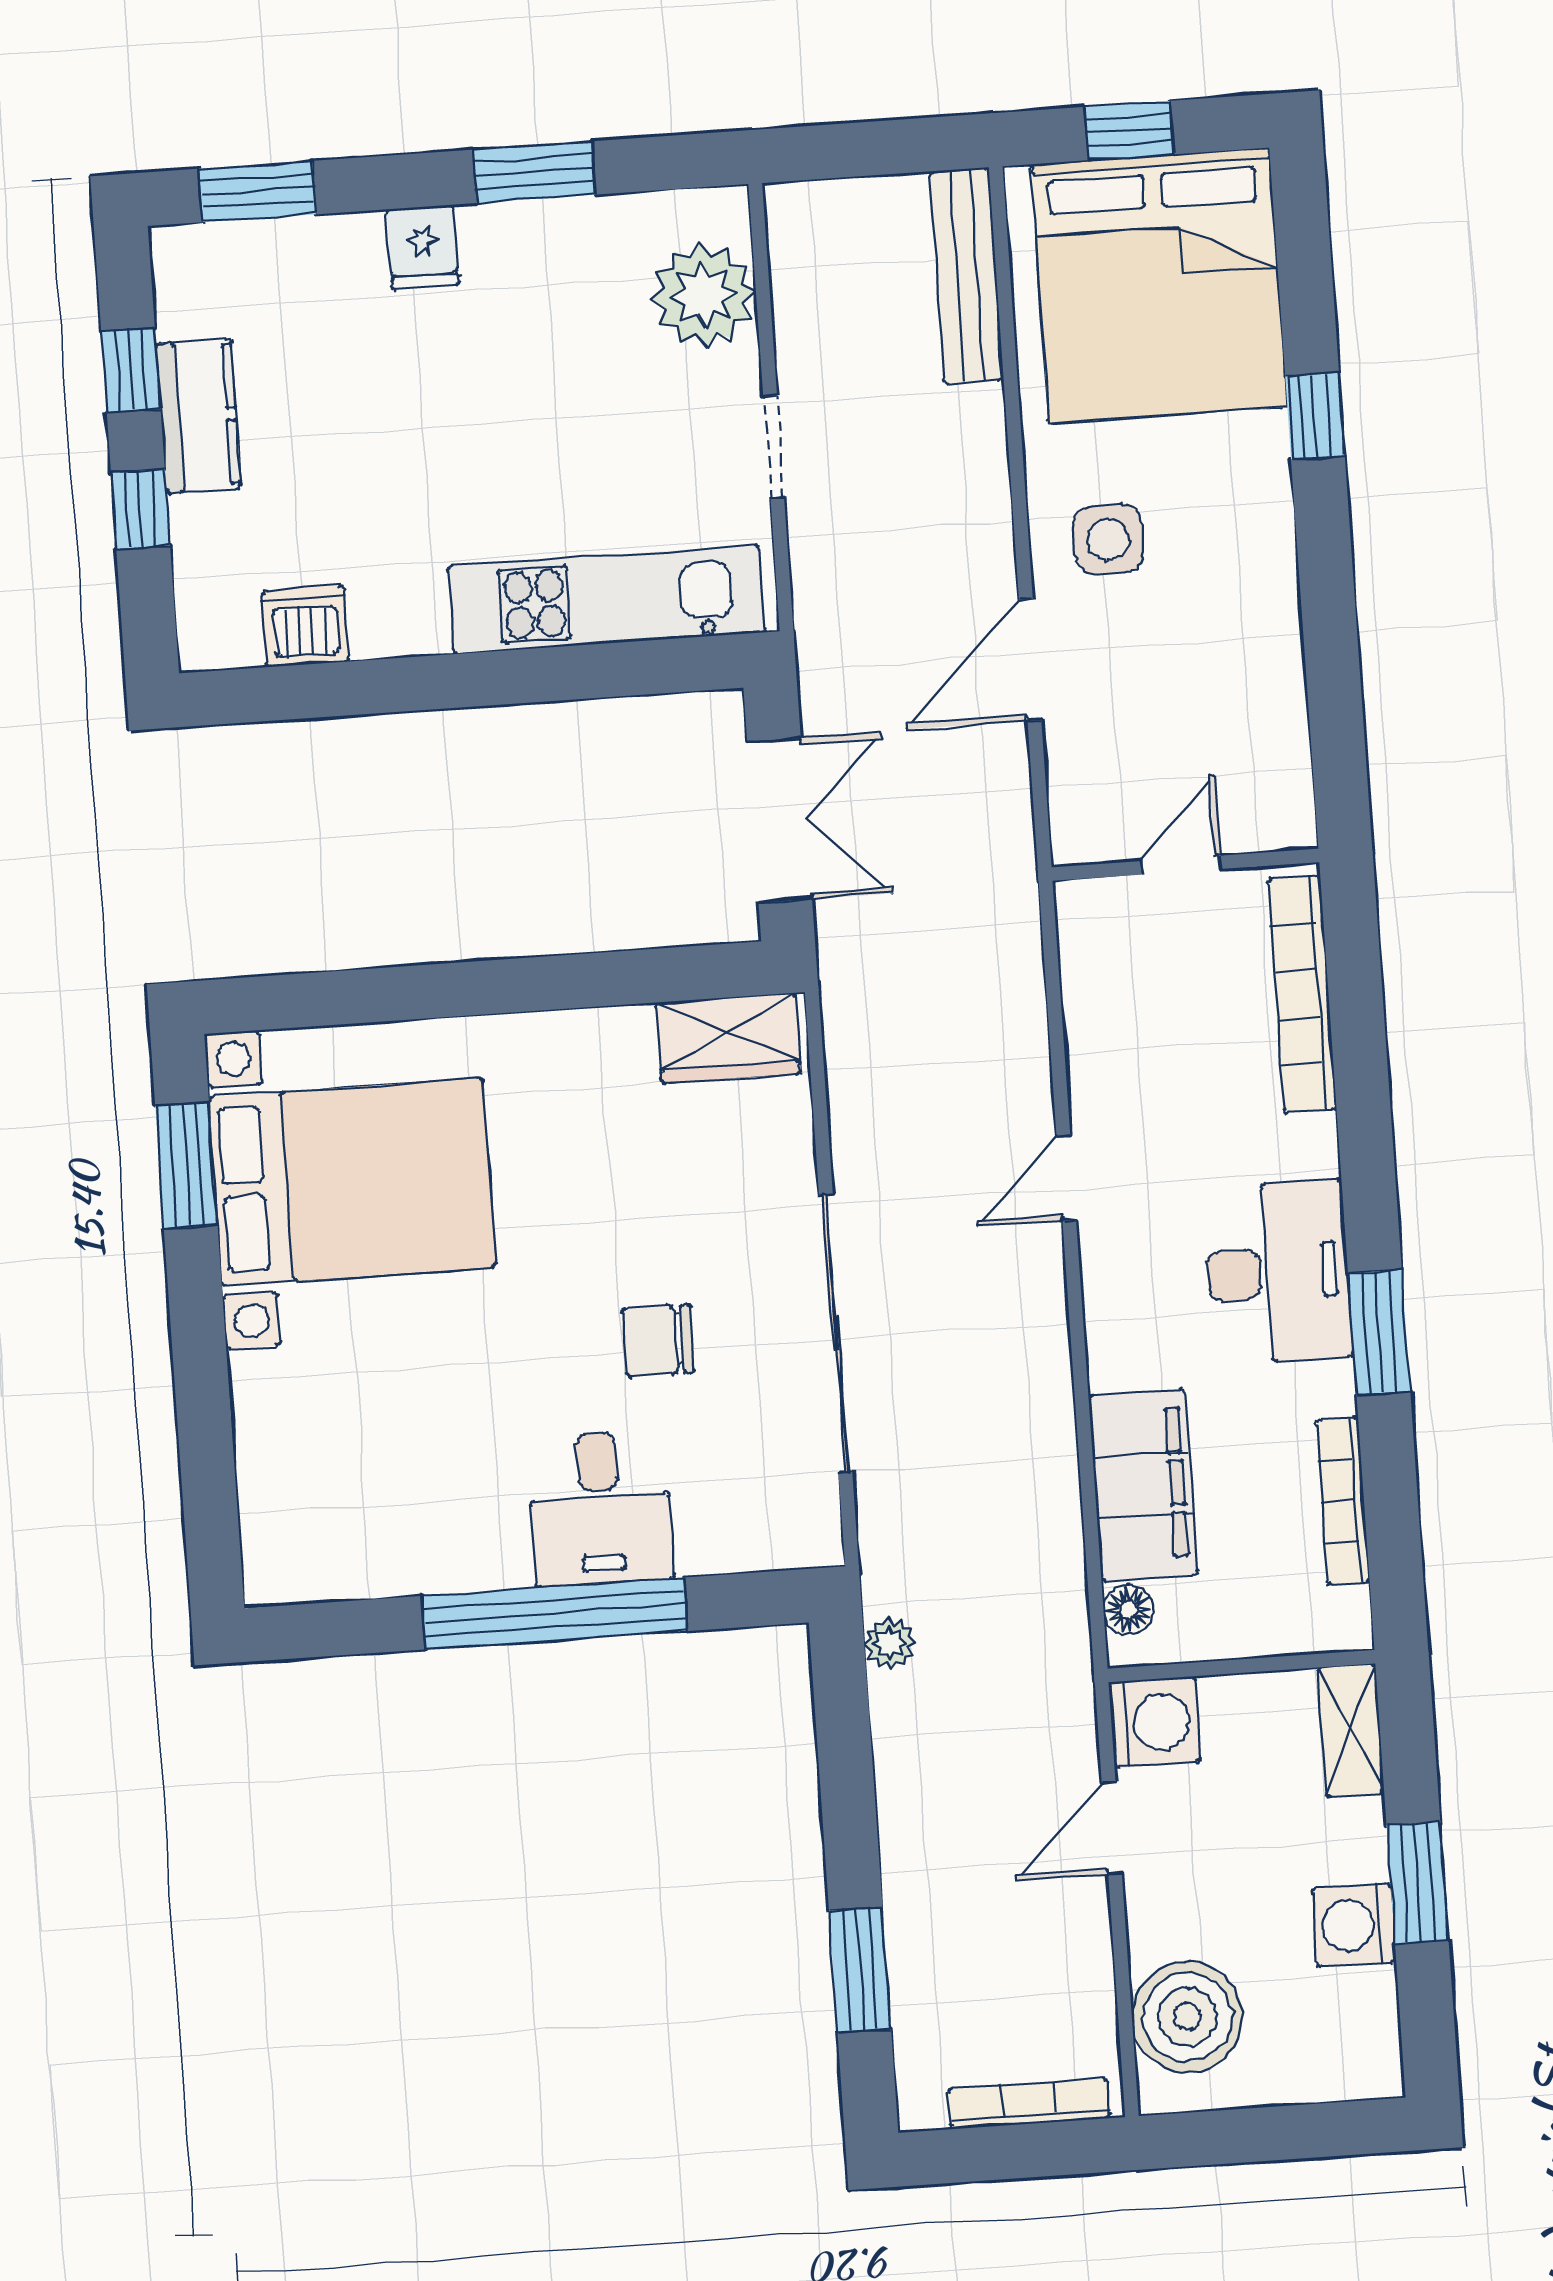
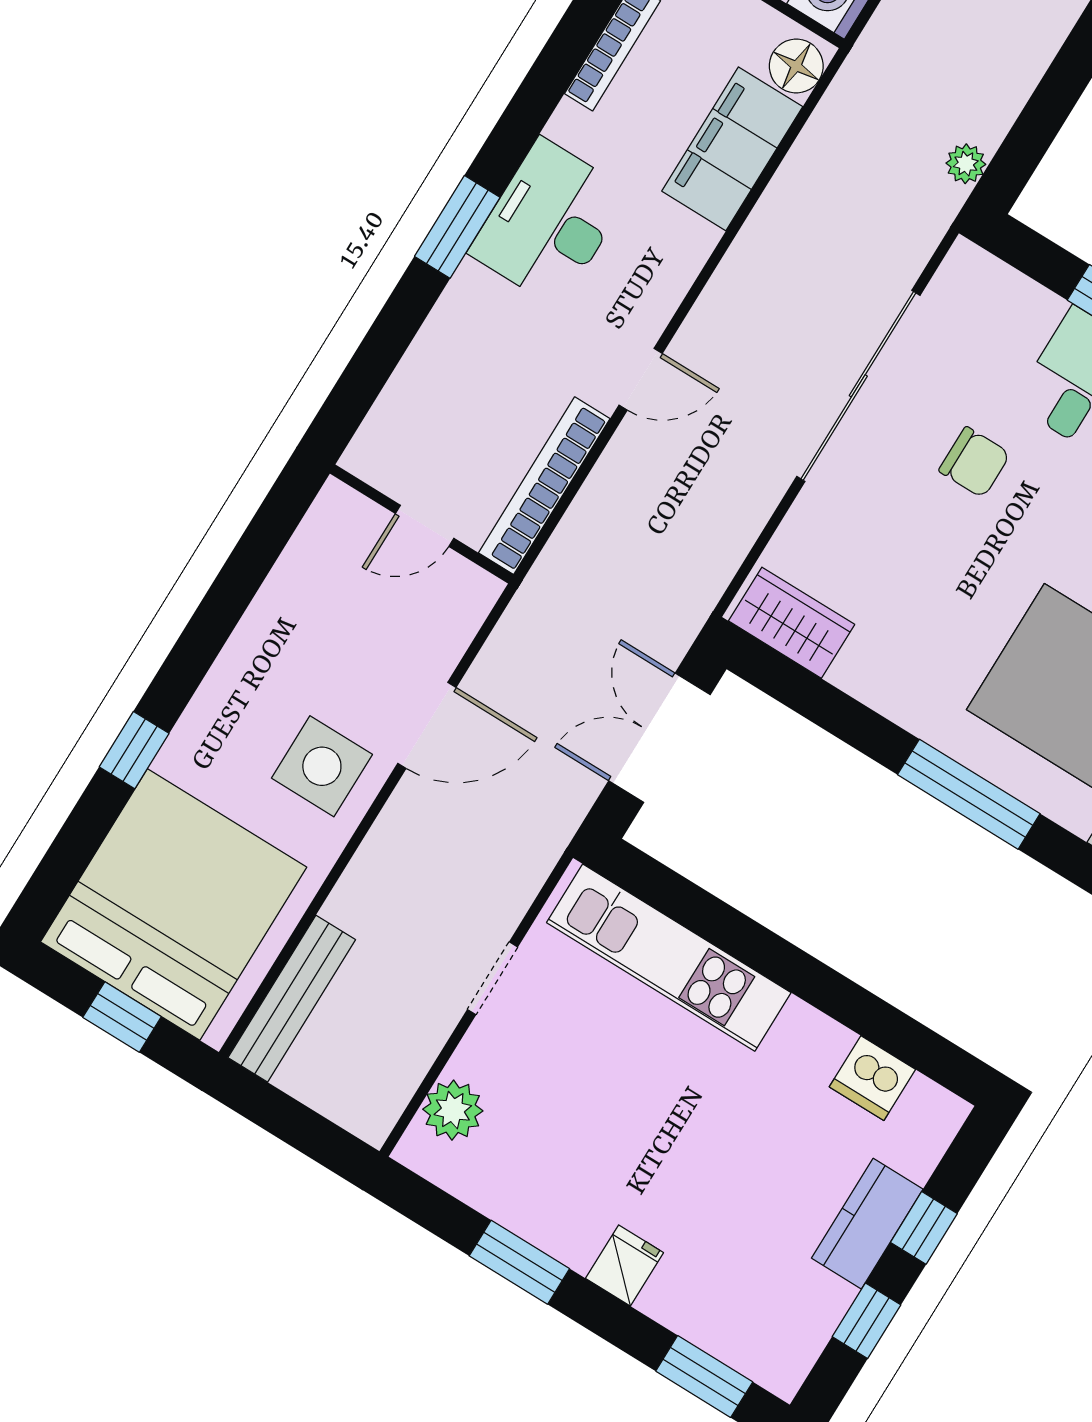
plant: (704, 295) -> (453, 1110), width x0.73, depth x0.73
kitchen counter: (198, 416) -> (867, 1224), moved
side table: (1108, 539) -> (322, 766), width x1.37, depth x1.37
window: (417, 992) -> (969, 794), added
bookcase: (1302, 994) -> (544, 486), moved, turned 180
window: (1379, 1332) -> (457, 227), moved
floor lamp: (1128, 1610) -> (796, 66), width x1.37, depth x1.37

